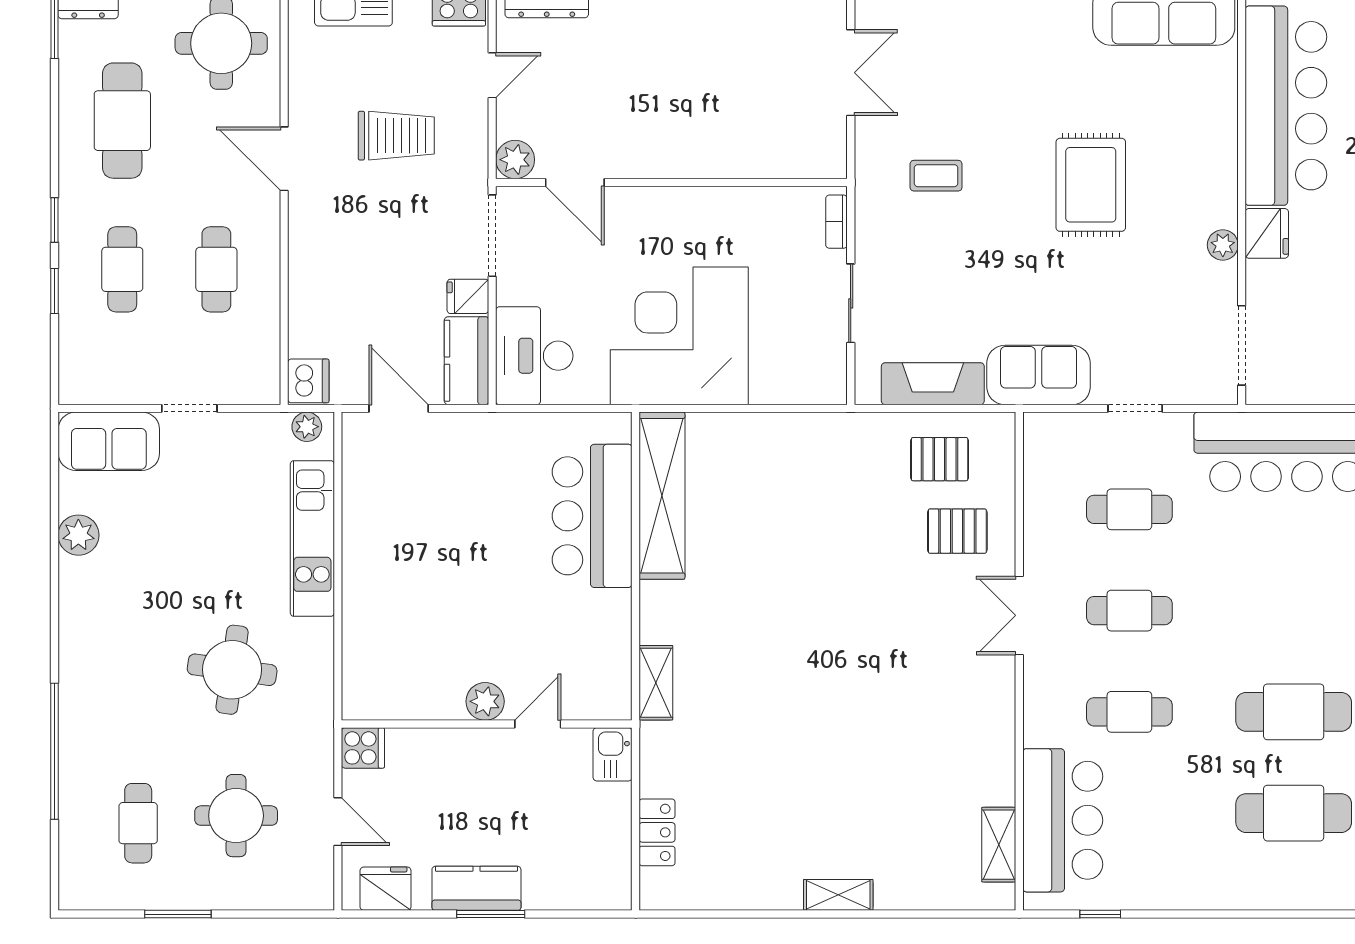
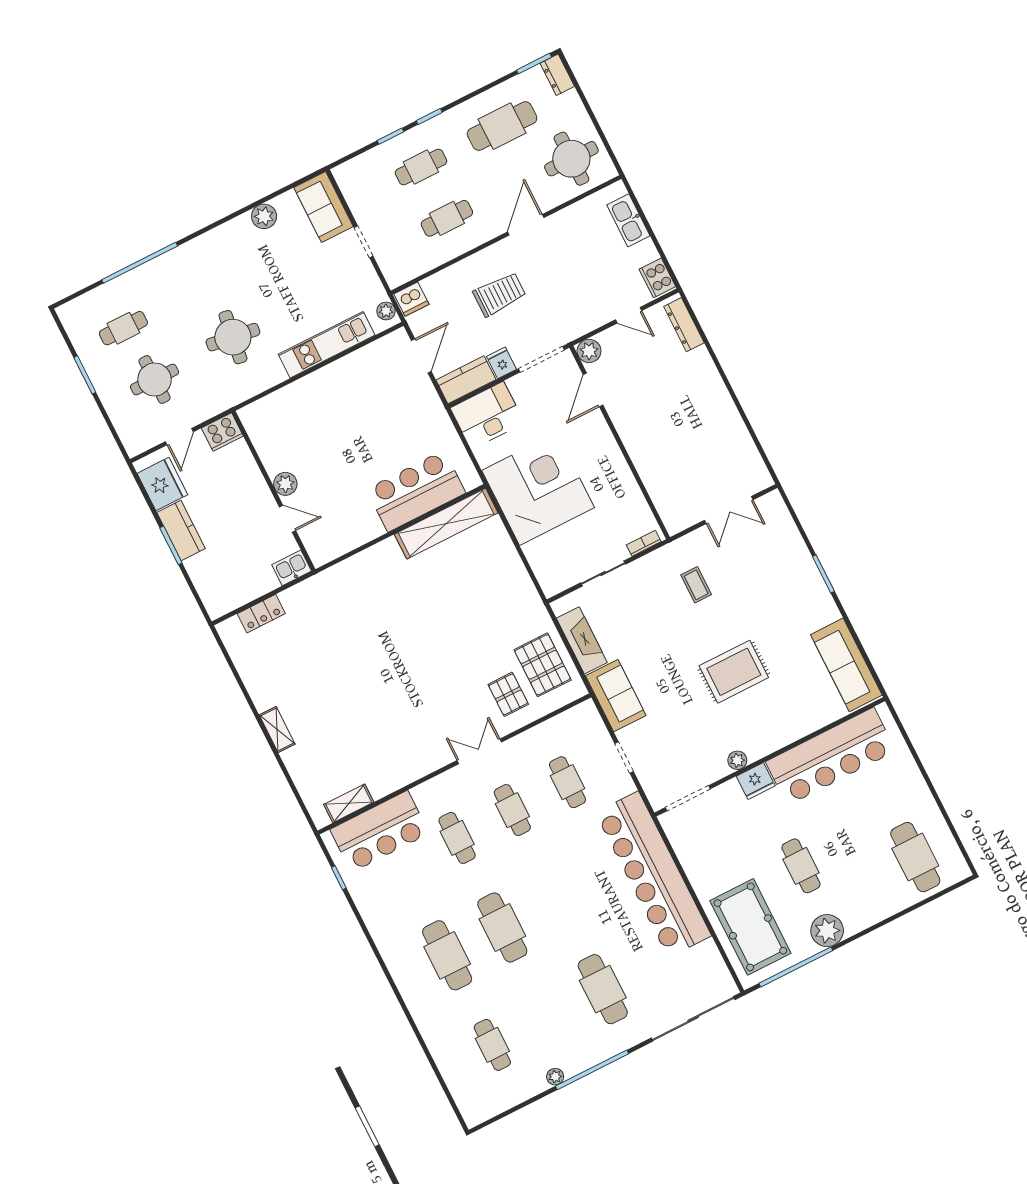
trolley: (396, 136) -> (499, 294), moved, turned -90
pallet: (940, 459) -> (543, 665), width x1.50, depth x1.42
shelving: (656, 683) -> (343, 572), removed
cooker: (363, 748) -> (222, 432), width x1.36
fridge: (386, 889) -> (162, 484), width x1.36, depth x1.34

